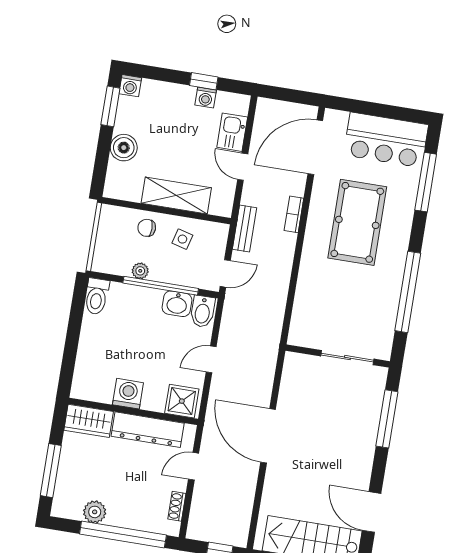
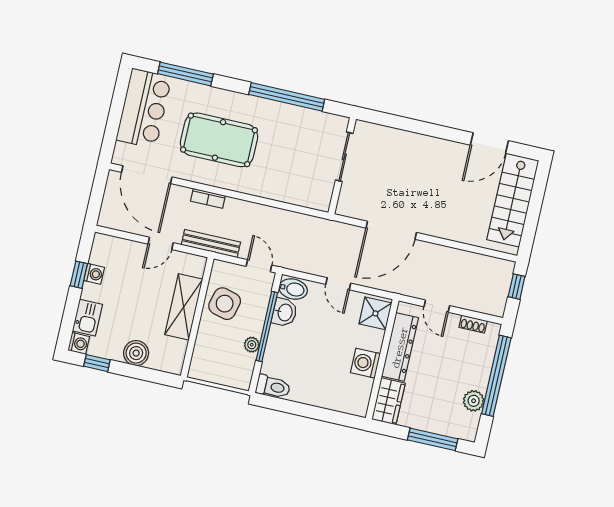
window: (110, 106) -> (97, 363), width x0.67
kitchen sink: (232, 132) -> (87, 318), moved, turned -90
chair: (147, 228) -> (212, 336), removed
bench: (245, 229) -> (211, 243), width x1.36
side table: (182, 239) -> (225, 304), width x1.87, depth x1.87
window: (387, 419) -> (404, 123), removed
door: (268, 436) -> (391, 230), moved

